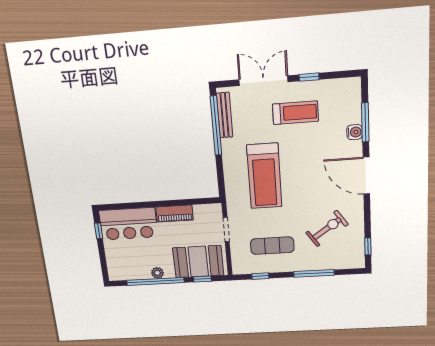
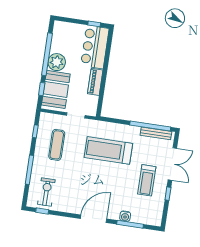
exercise bike: (327, 229) -> (46, 192), moved, turned -145
plant: (157, 273) -> (57, 62), width x1.87, depth x1.87

